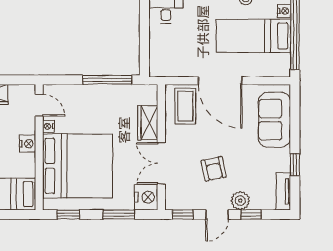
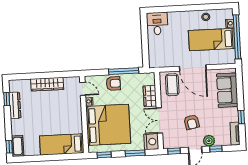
armchair: (89, 99) -> (113, 83), added
nightstand: (27, 144) -> (77, 113), removed

